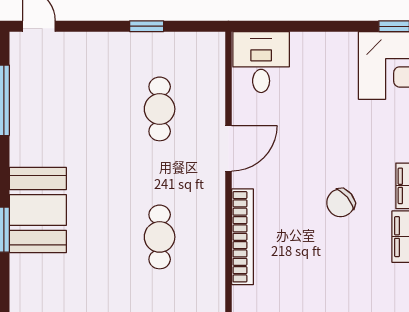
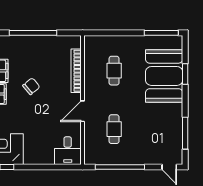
window: (147, 26) -> (120, 167), width x3.17
booth: (38, 210) -> (164, 76), width x1.36, depth x1.42

